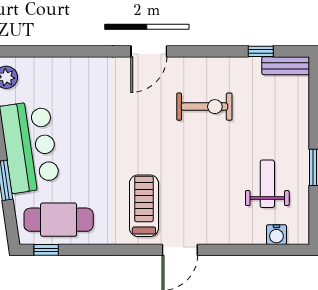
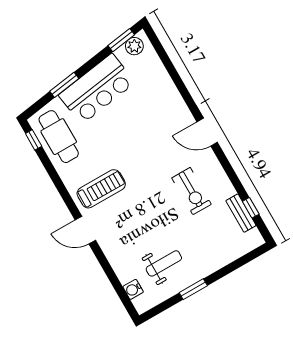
bench: (286, 66) -> (241, 213), moved

